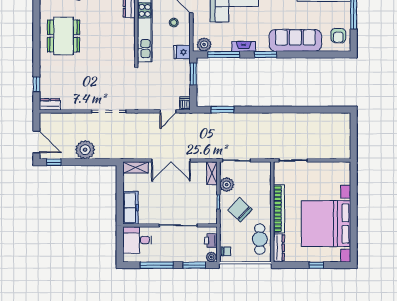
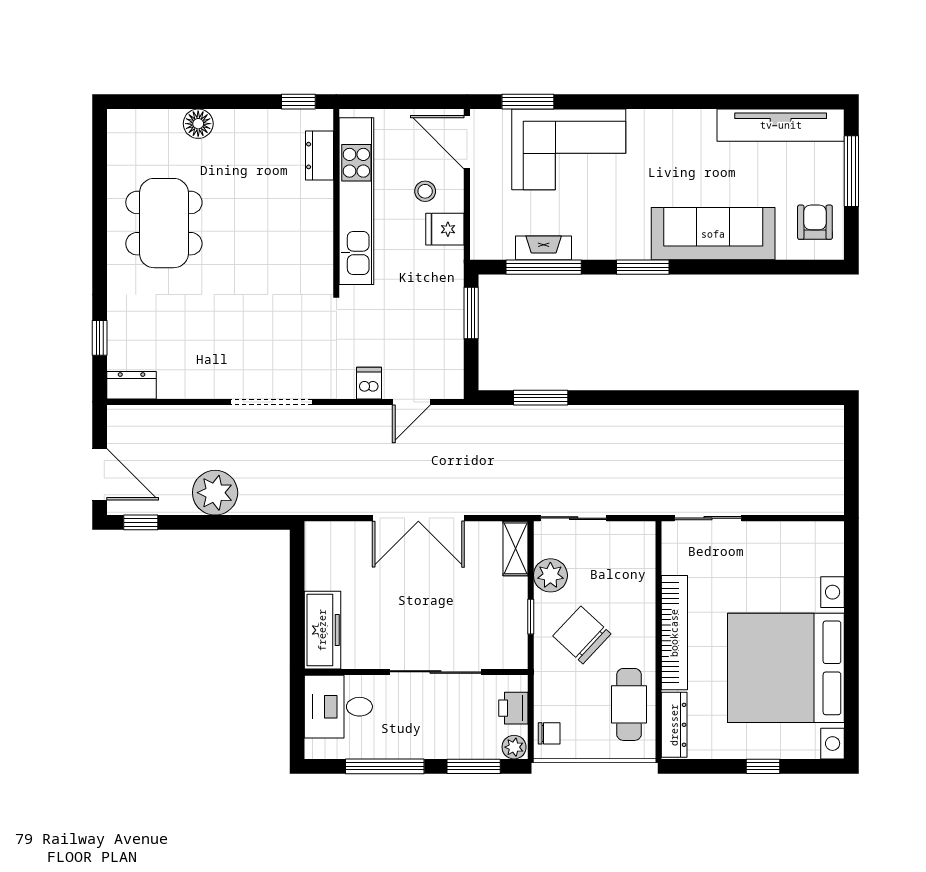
armchair: (338, 36) -> (815, 222), turned 180
plant: (204, 45) -> (497, 243), removed
fireplace: (244, 46) -> (544, 248), moved
fridge: (182, 52) -> (445, 229), moved
dishwasher: (185, 103) -> (369, 383), moved
shelving: (136, 167) -> (335, 535), removed

